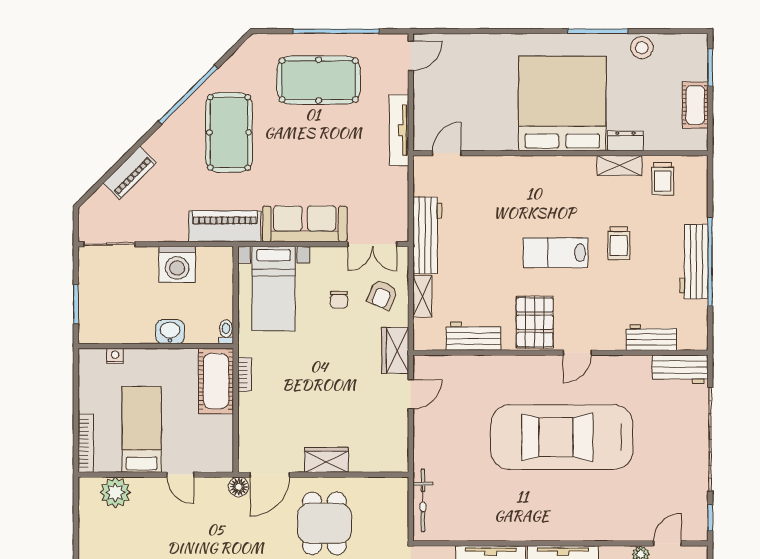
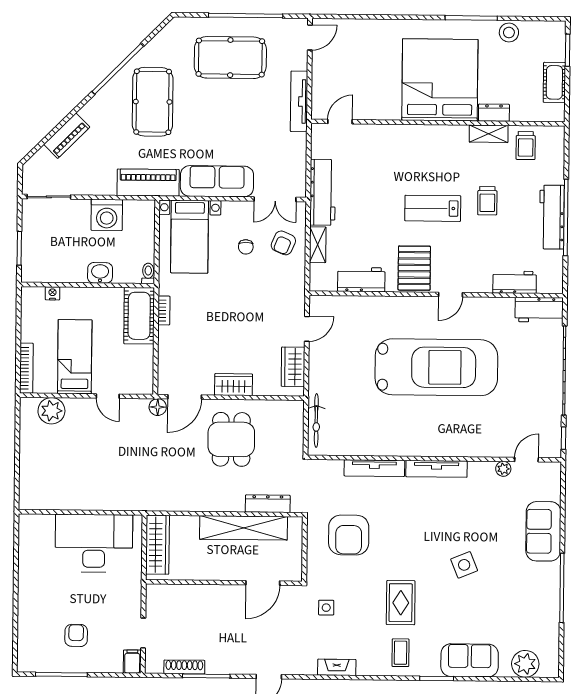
wardrobe: (395, 350) -> (293, 367), moved
car: (562, 437) -> (436, 367), turned 180

